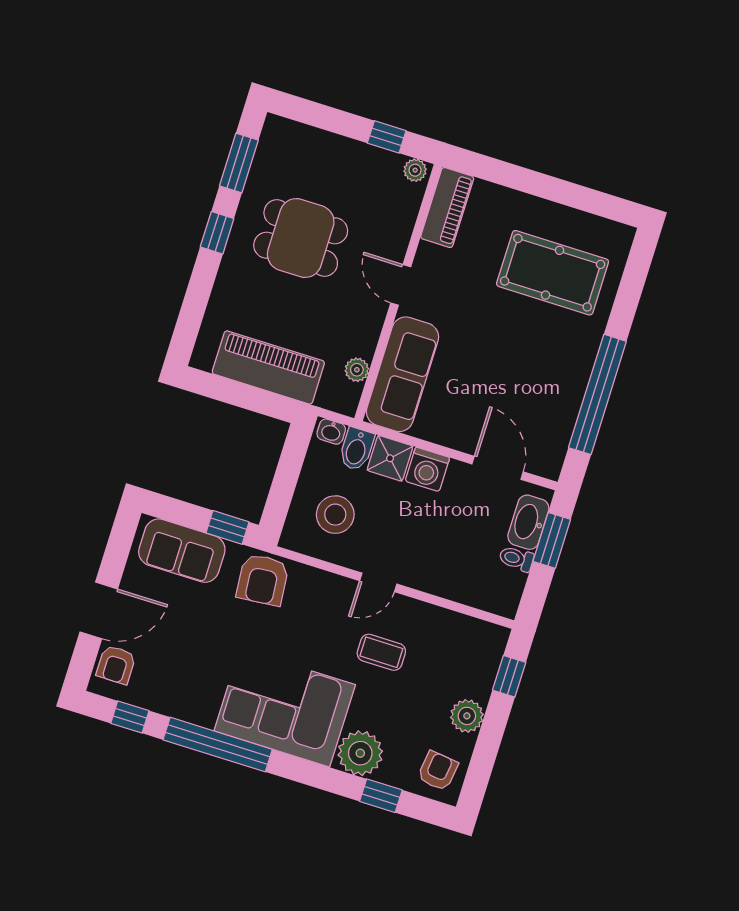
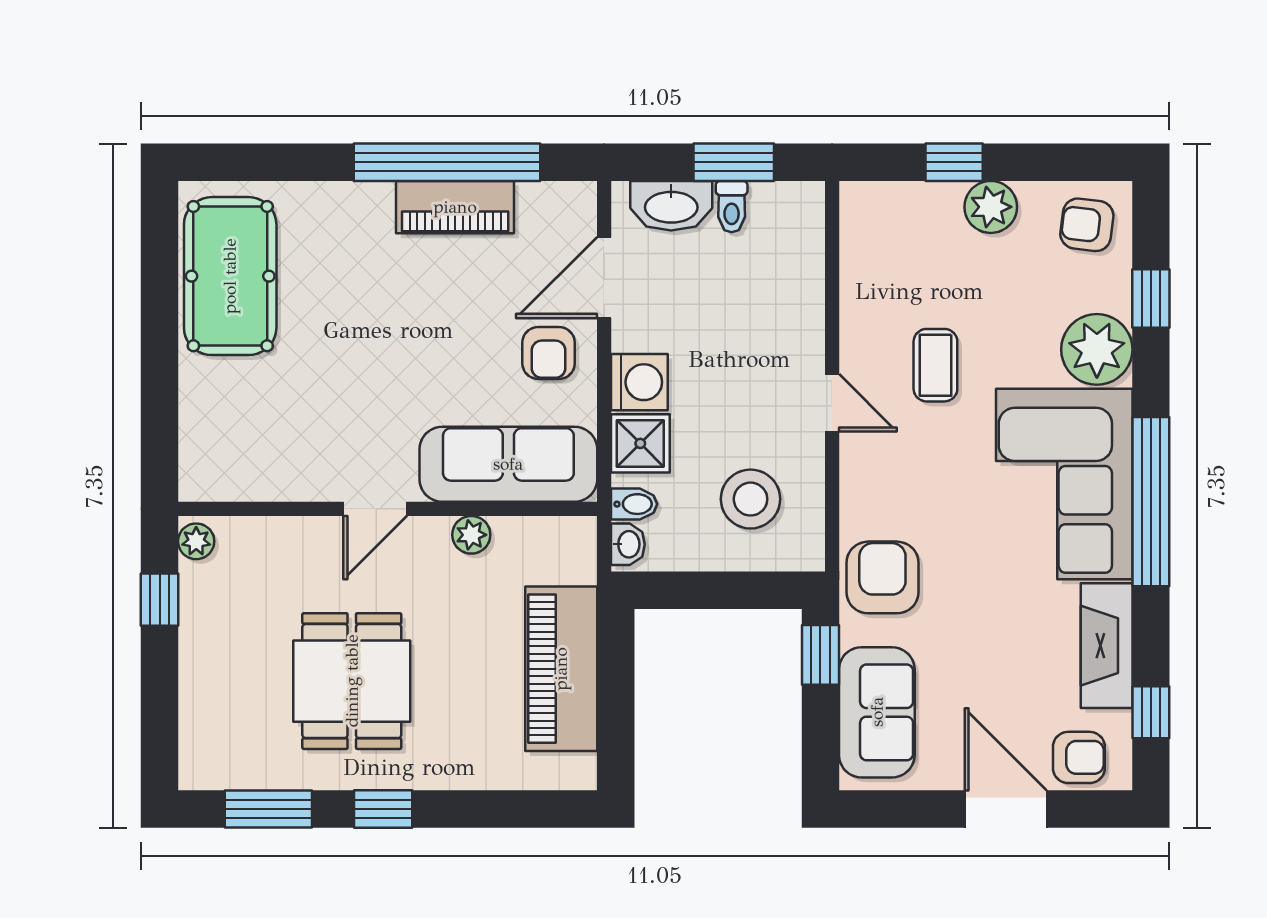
piano: (447, 207) -> (455, 207), moved, turned 180
pool table: (553, 273) -> (230, 276), moved
plant: (357, 370) -> (471, 535), moved
armchair: (462, 420) -> (549, 353), added
bidet: (356, 449) -> (634, 504), width x0.72, depth x0.74
window: (552, 540) -> (734, 162), moved
armchair: (263, 580) -> (882, 577), turned -85
window: (509, 676) -> (954, 162), moved
fireplace: (179, 703) -> (1107, 646), added
window: (218, 745) -> (1151, 502), moved

